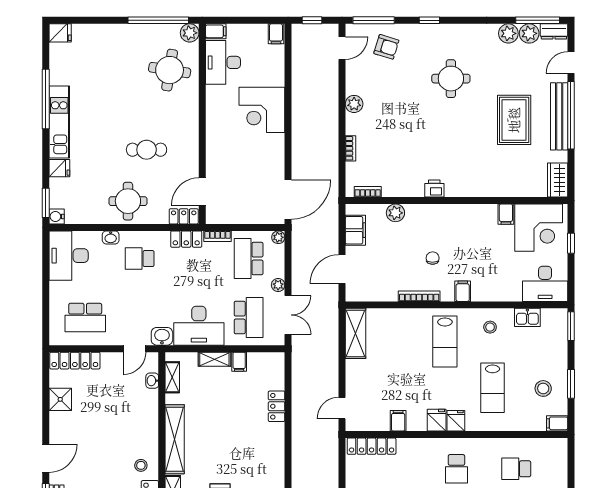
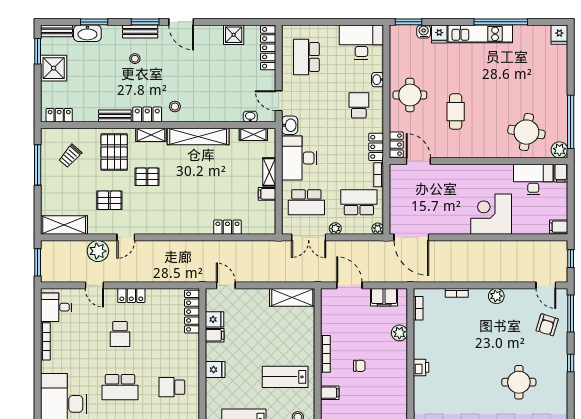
water cooler: (57, 217) -> (424, 32), moved
fridge: (456, 421) -> (215, 319), moved

